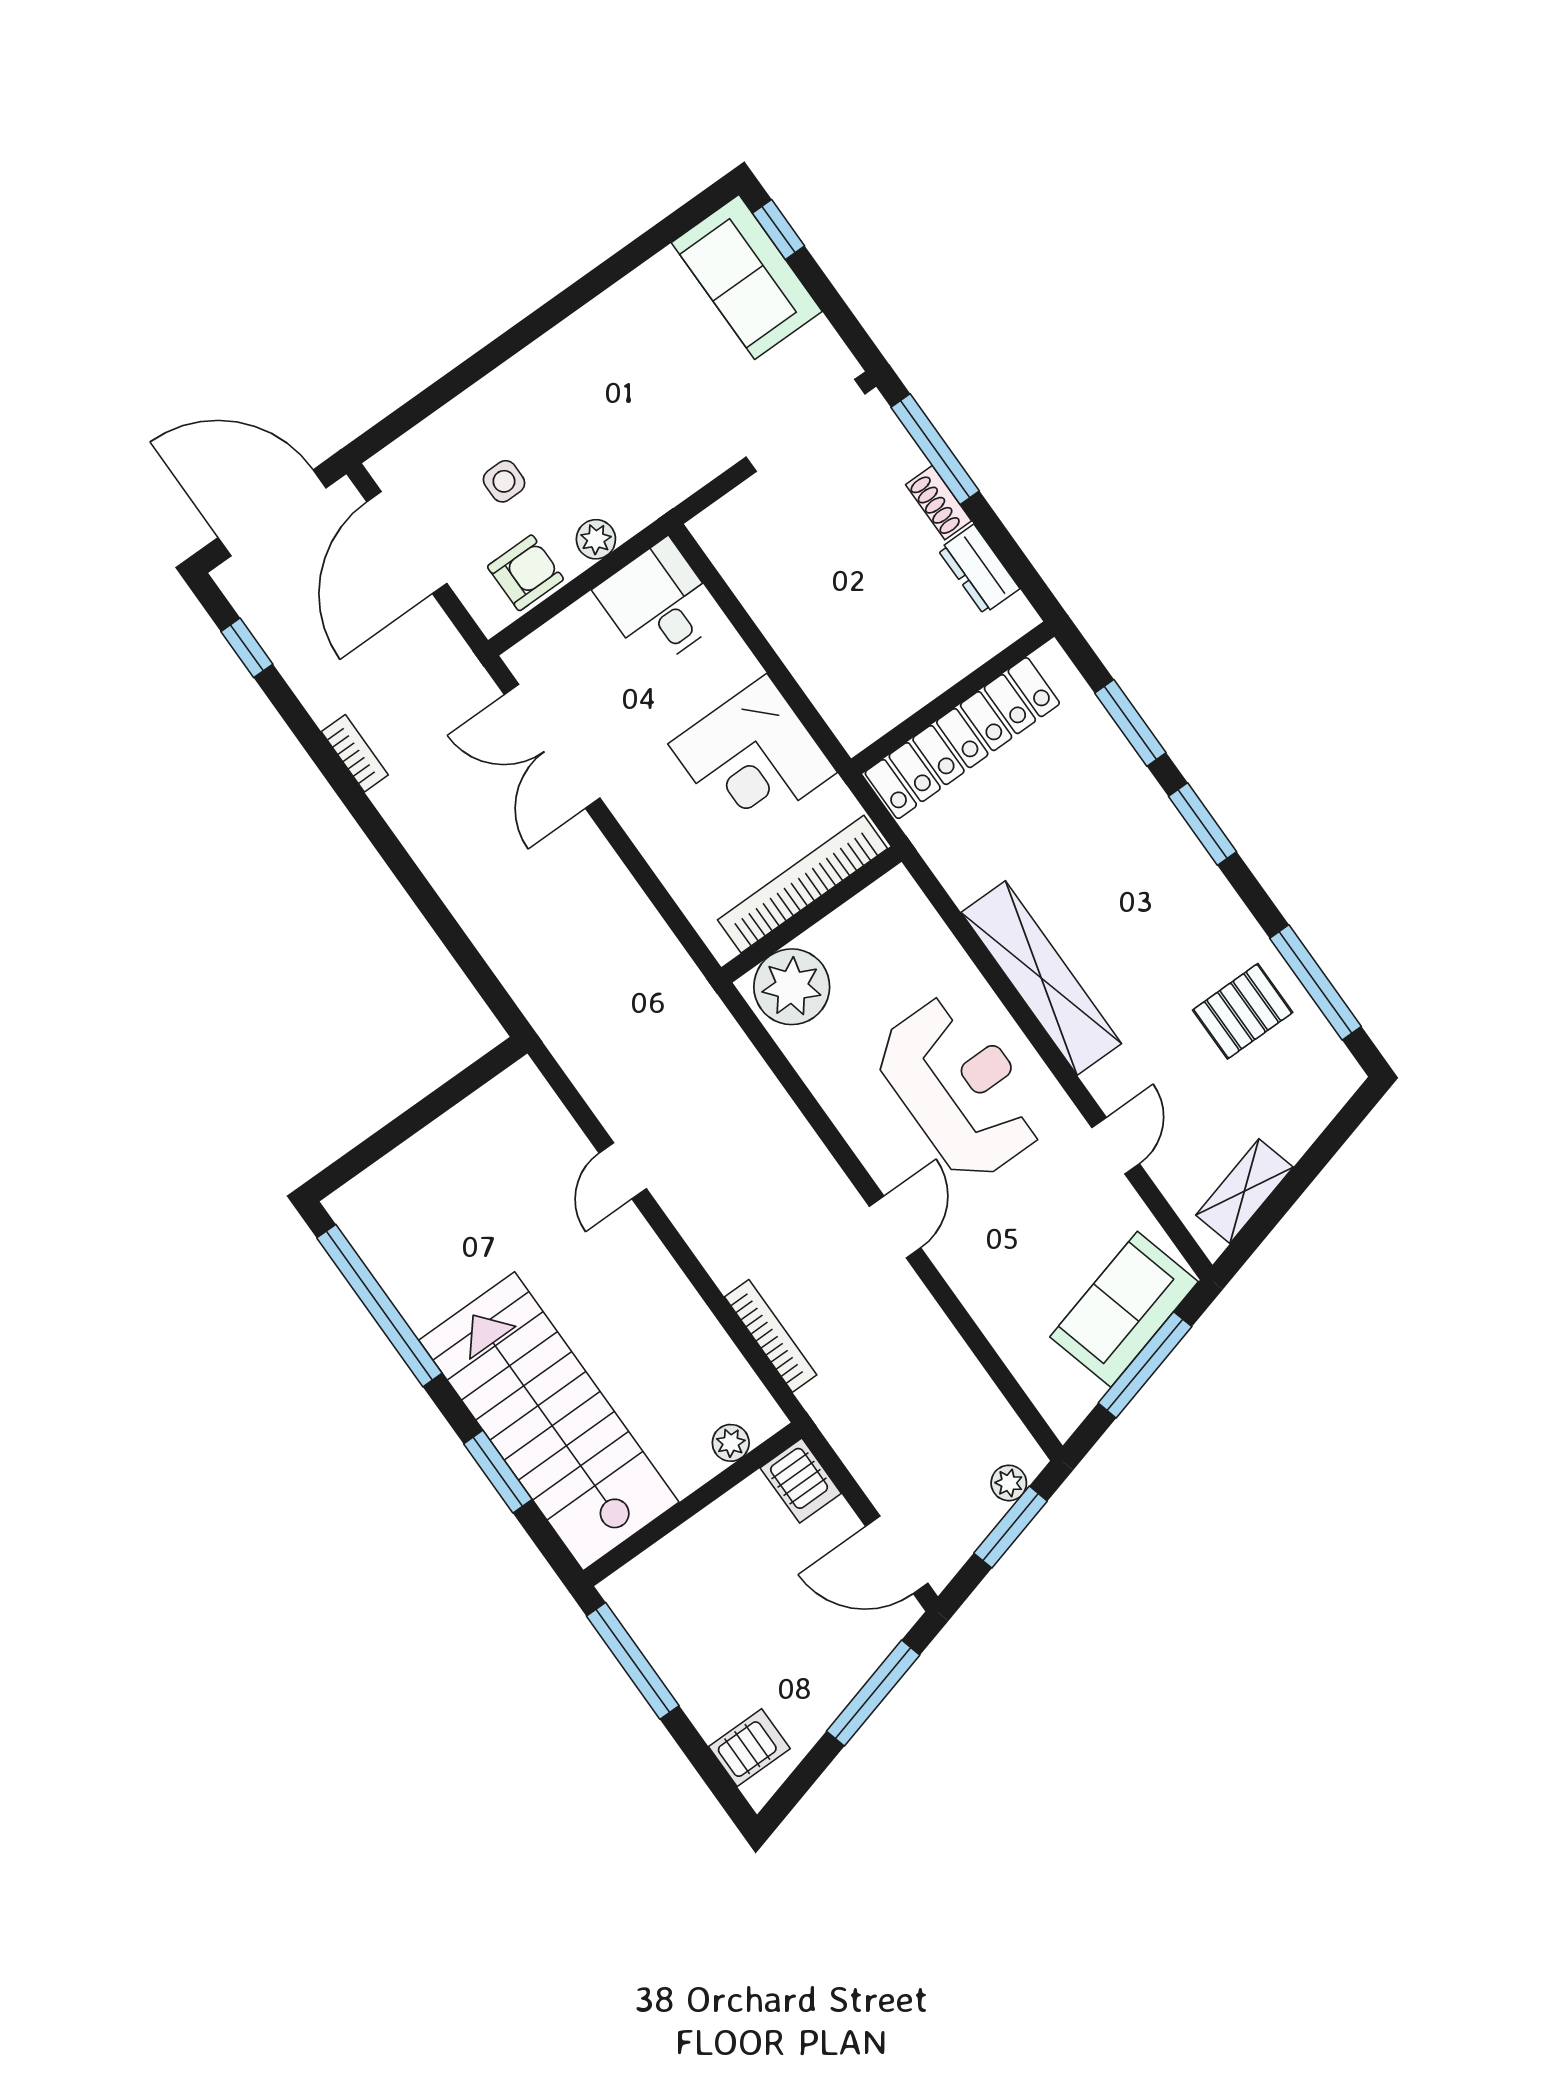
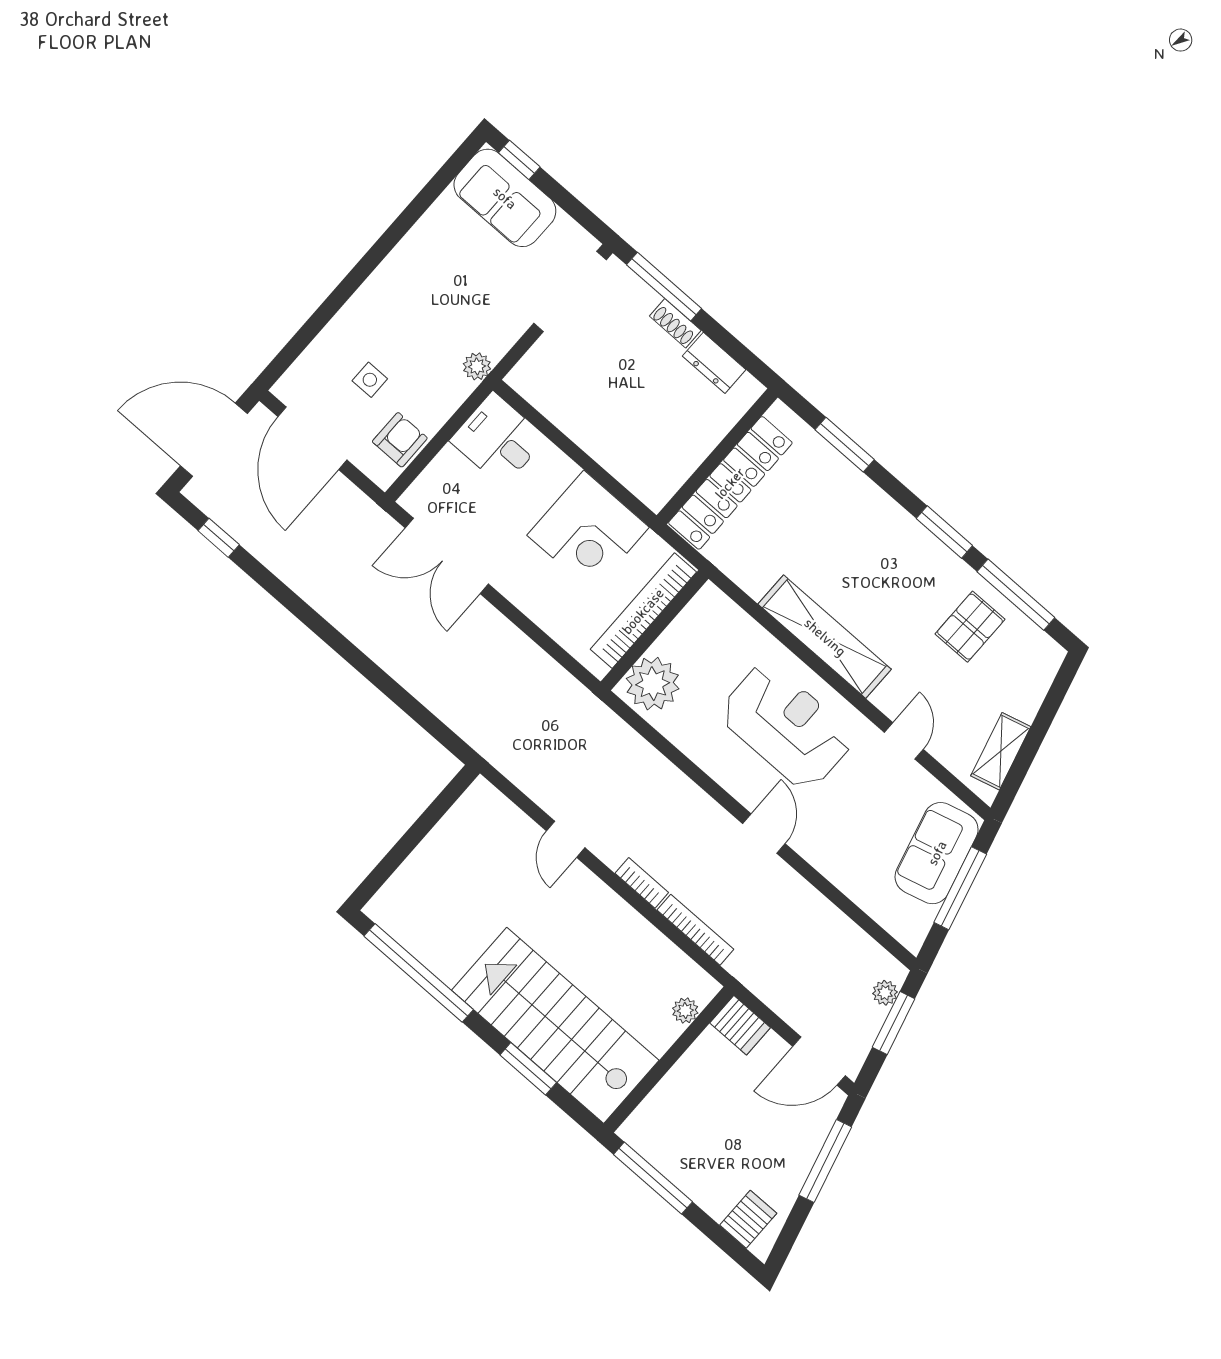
plant: (596, 539) -> (477, 366), moved
bookcase: (355, 753) -> (642, 883), moved
window: (1202, 824) -> (944, 532), moved

